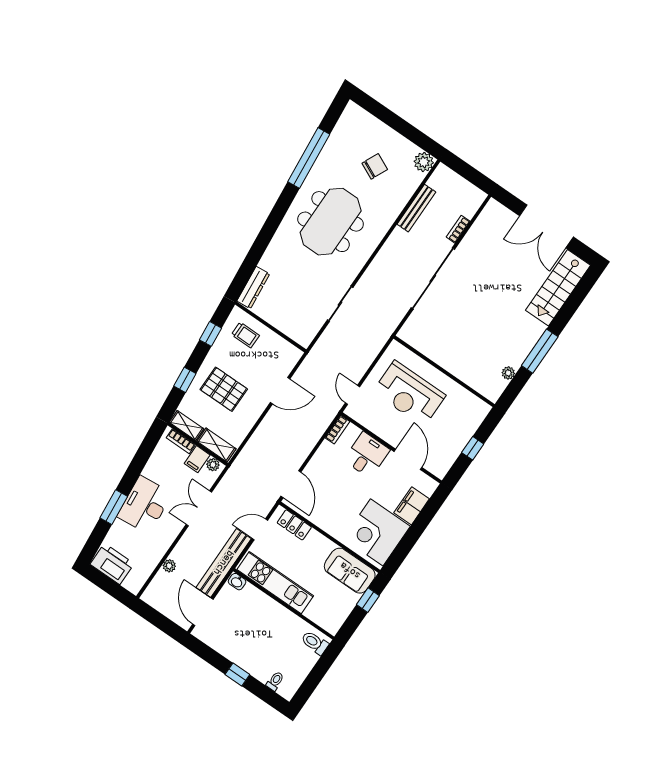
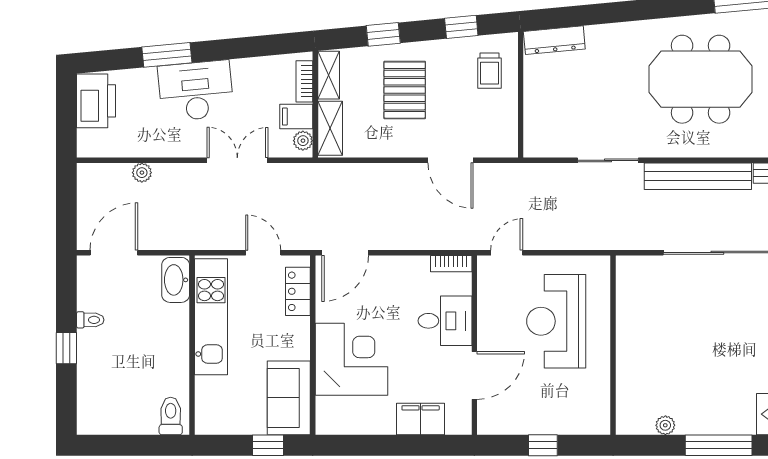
corner desk: (377, 532) -> (351, 359), moved, turned 90
bench: (224, 563) -> (698, 176), moved
washbasin: (237, 582) -> (176, 280), width x1.91, depth x1.45
toilet: (275, 681) -> (90, 320), moved

